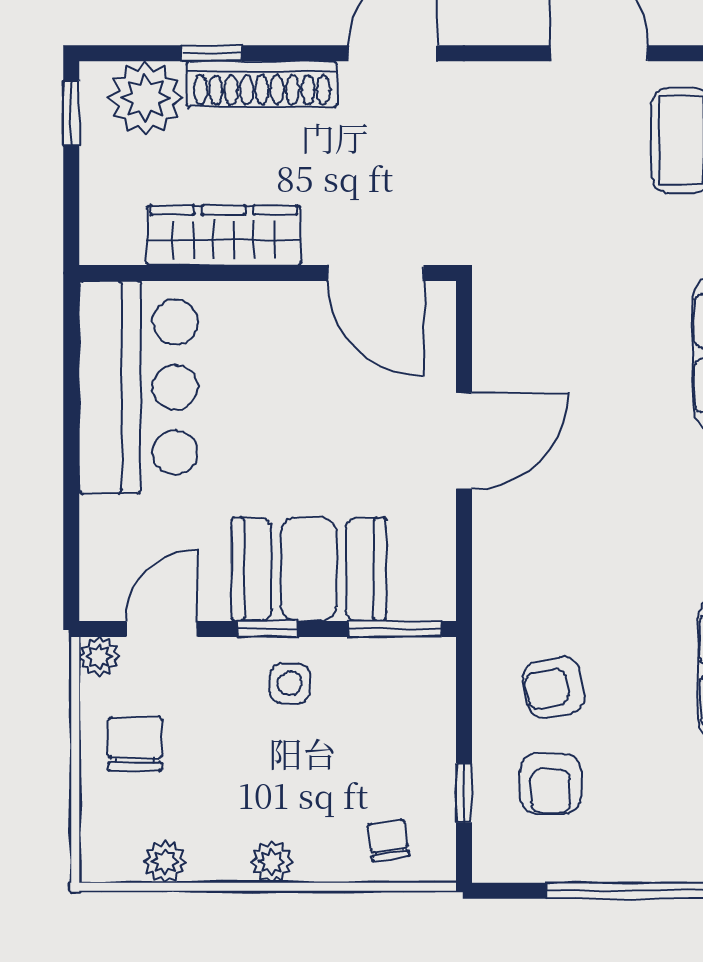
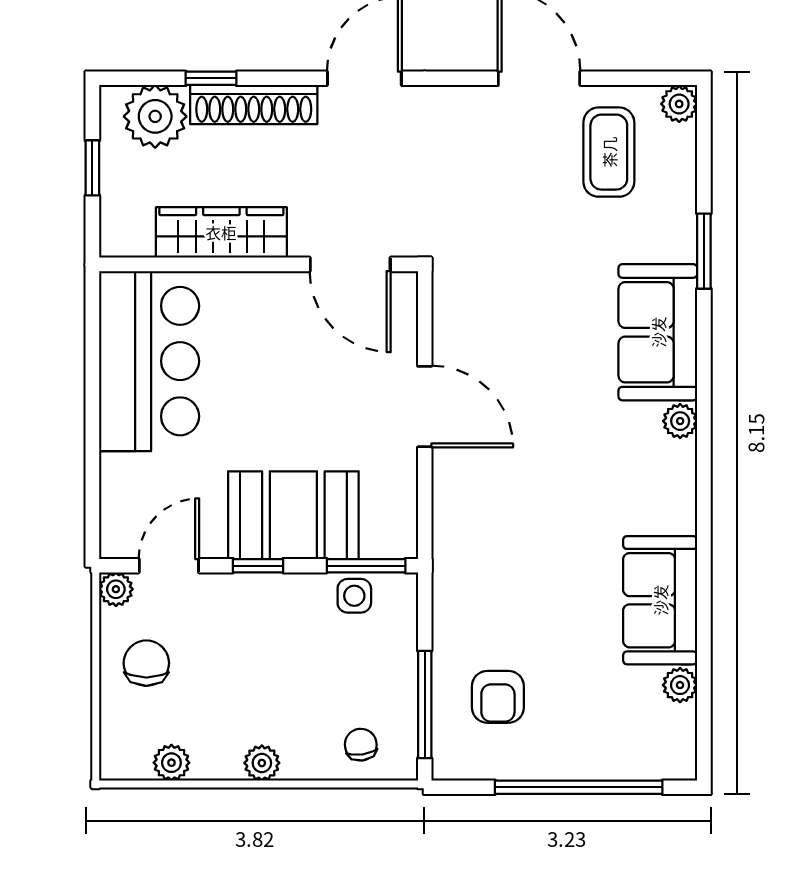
window: (71, 113) -> (92, 168), moved
door: (464, 441) -> (425, 407), hinge flipped
side table: (290, 683) -> (354, 596), moved
armchair: (554, 687) -> (501, 615), removed
window: (464, 793) -> (425, 704), width x2.17

